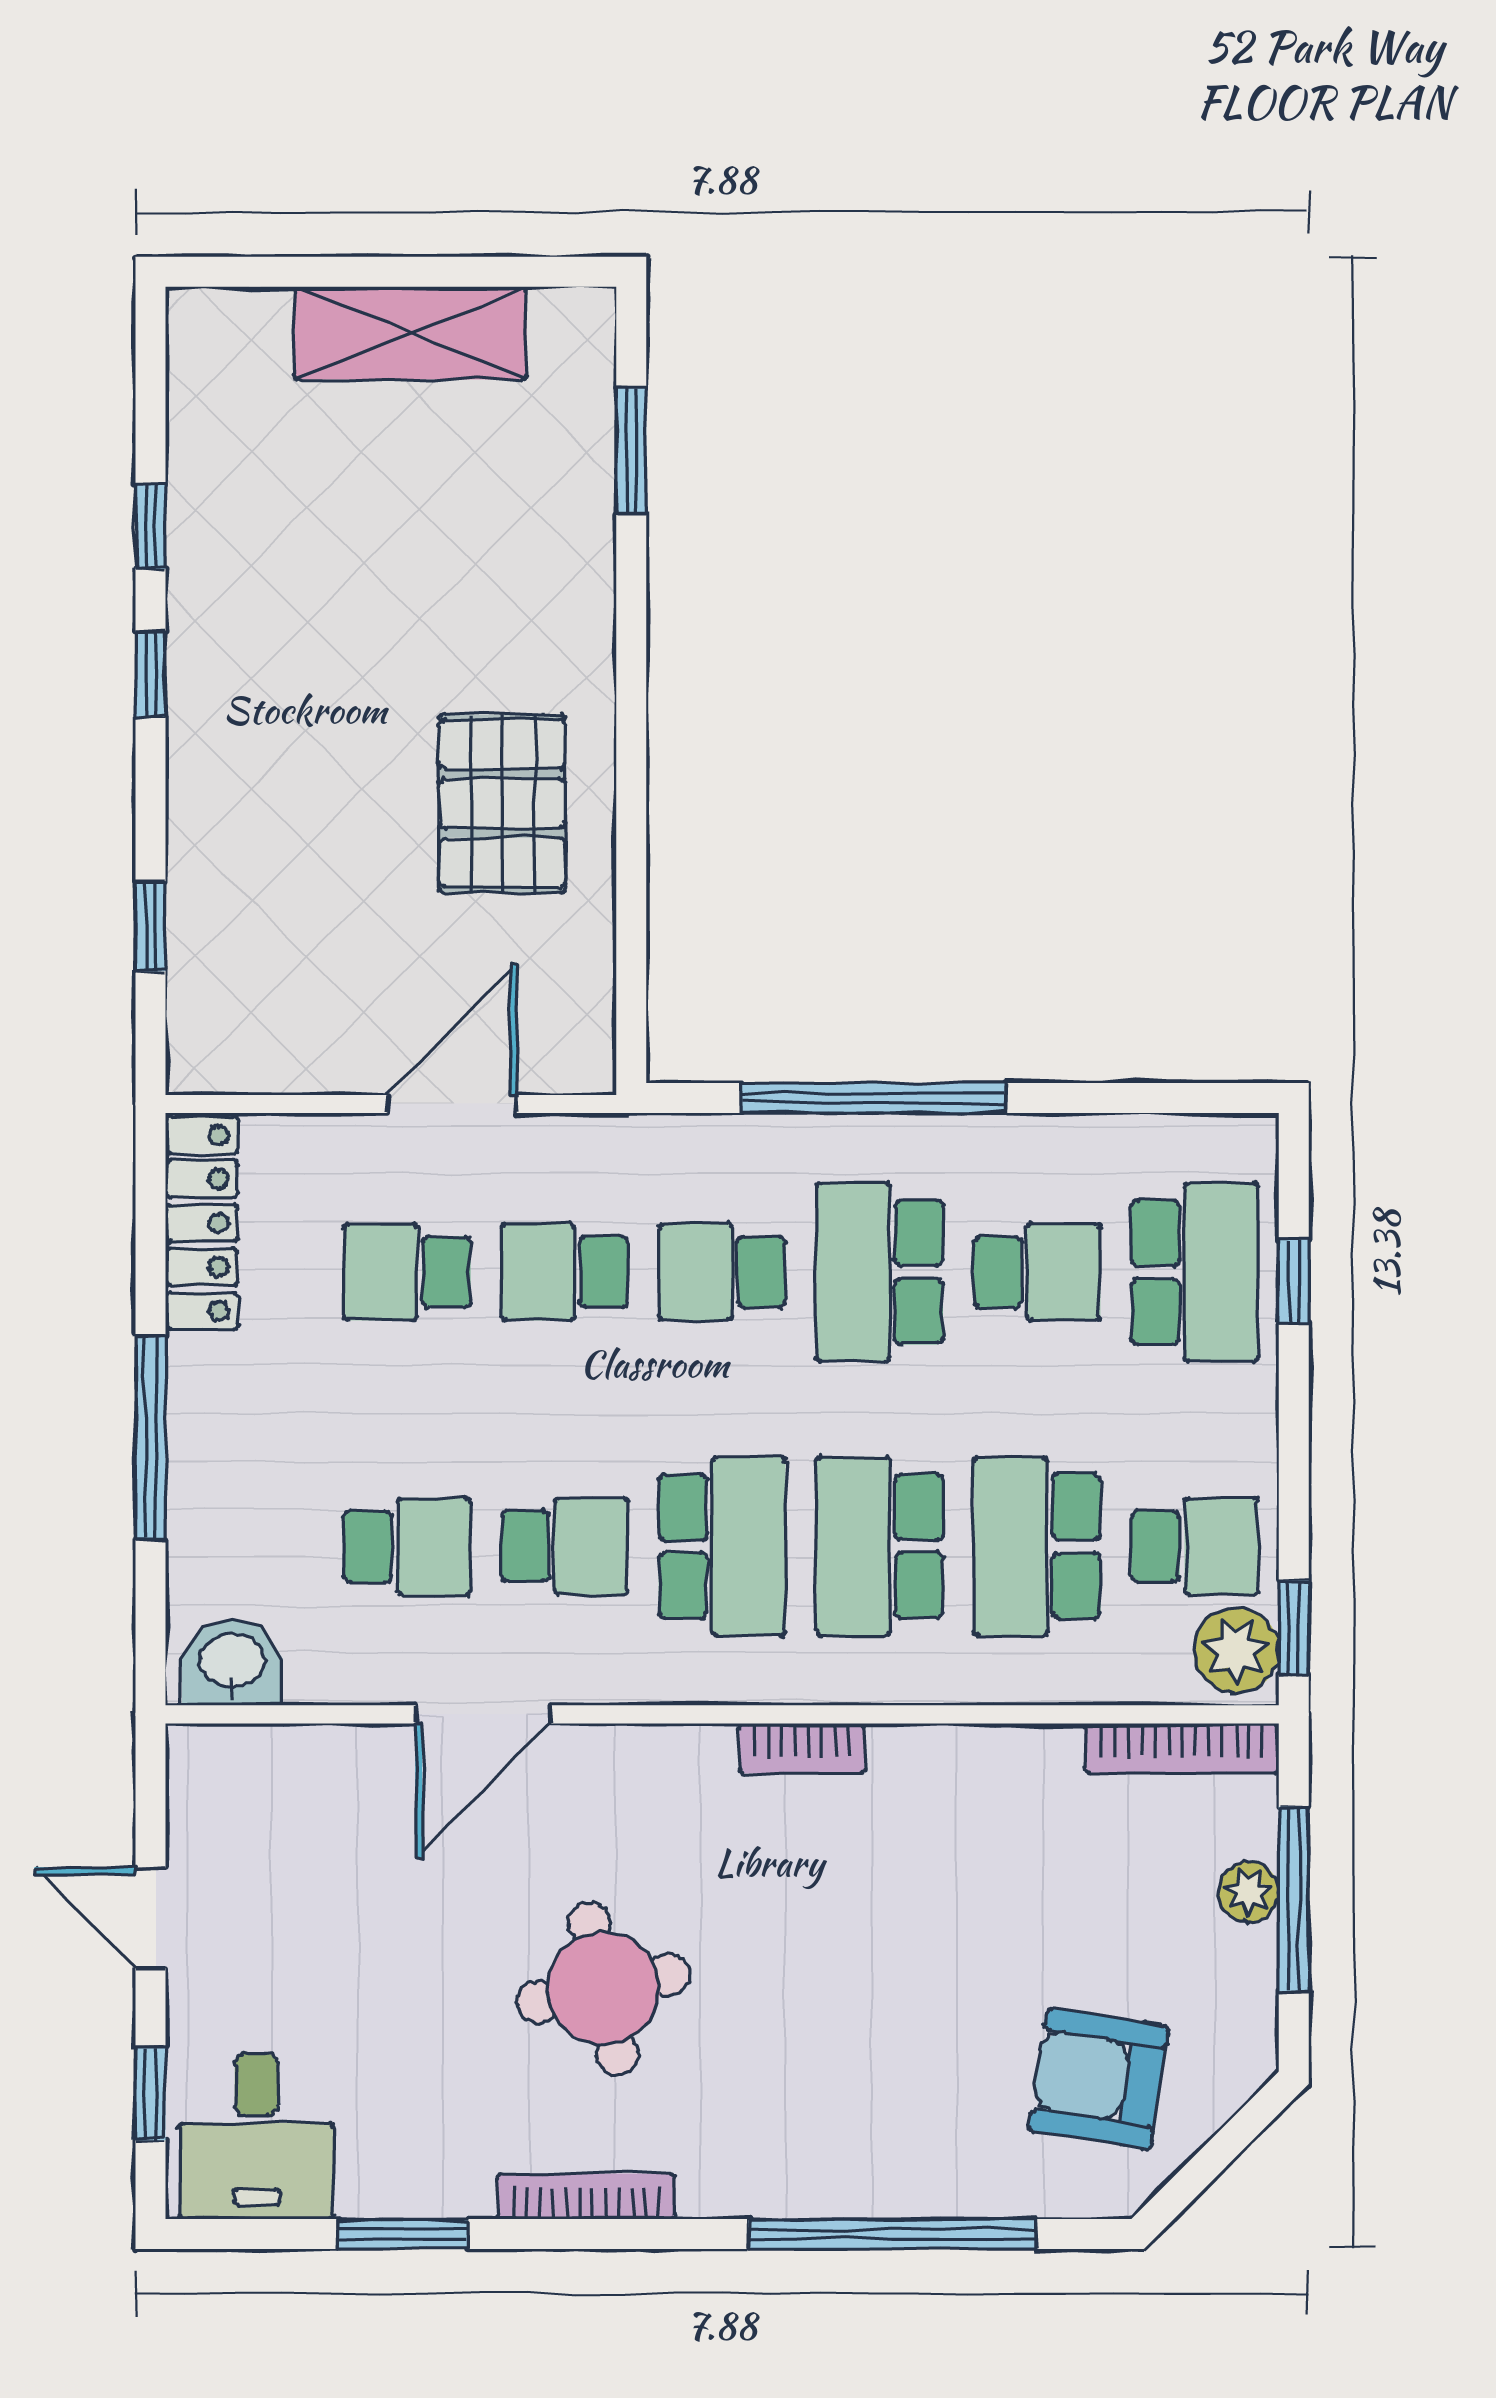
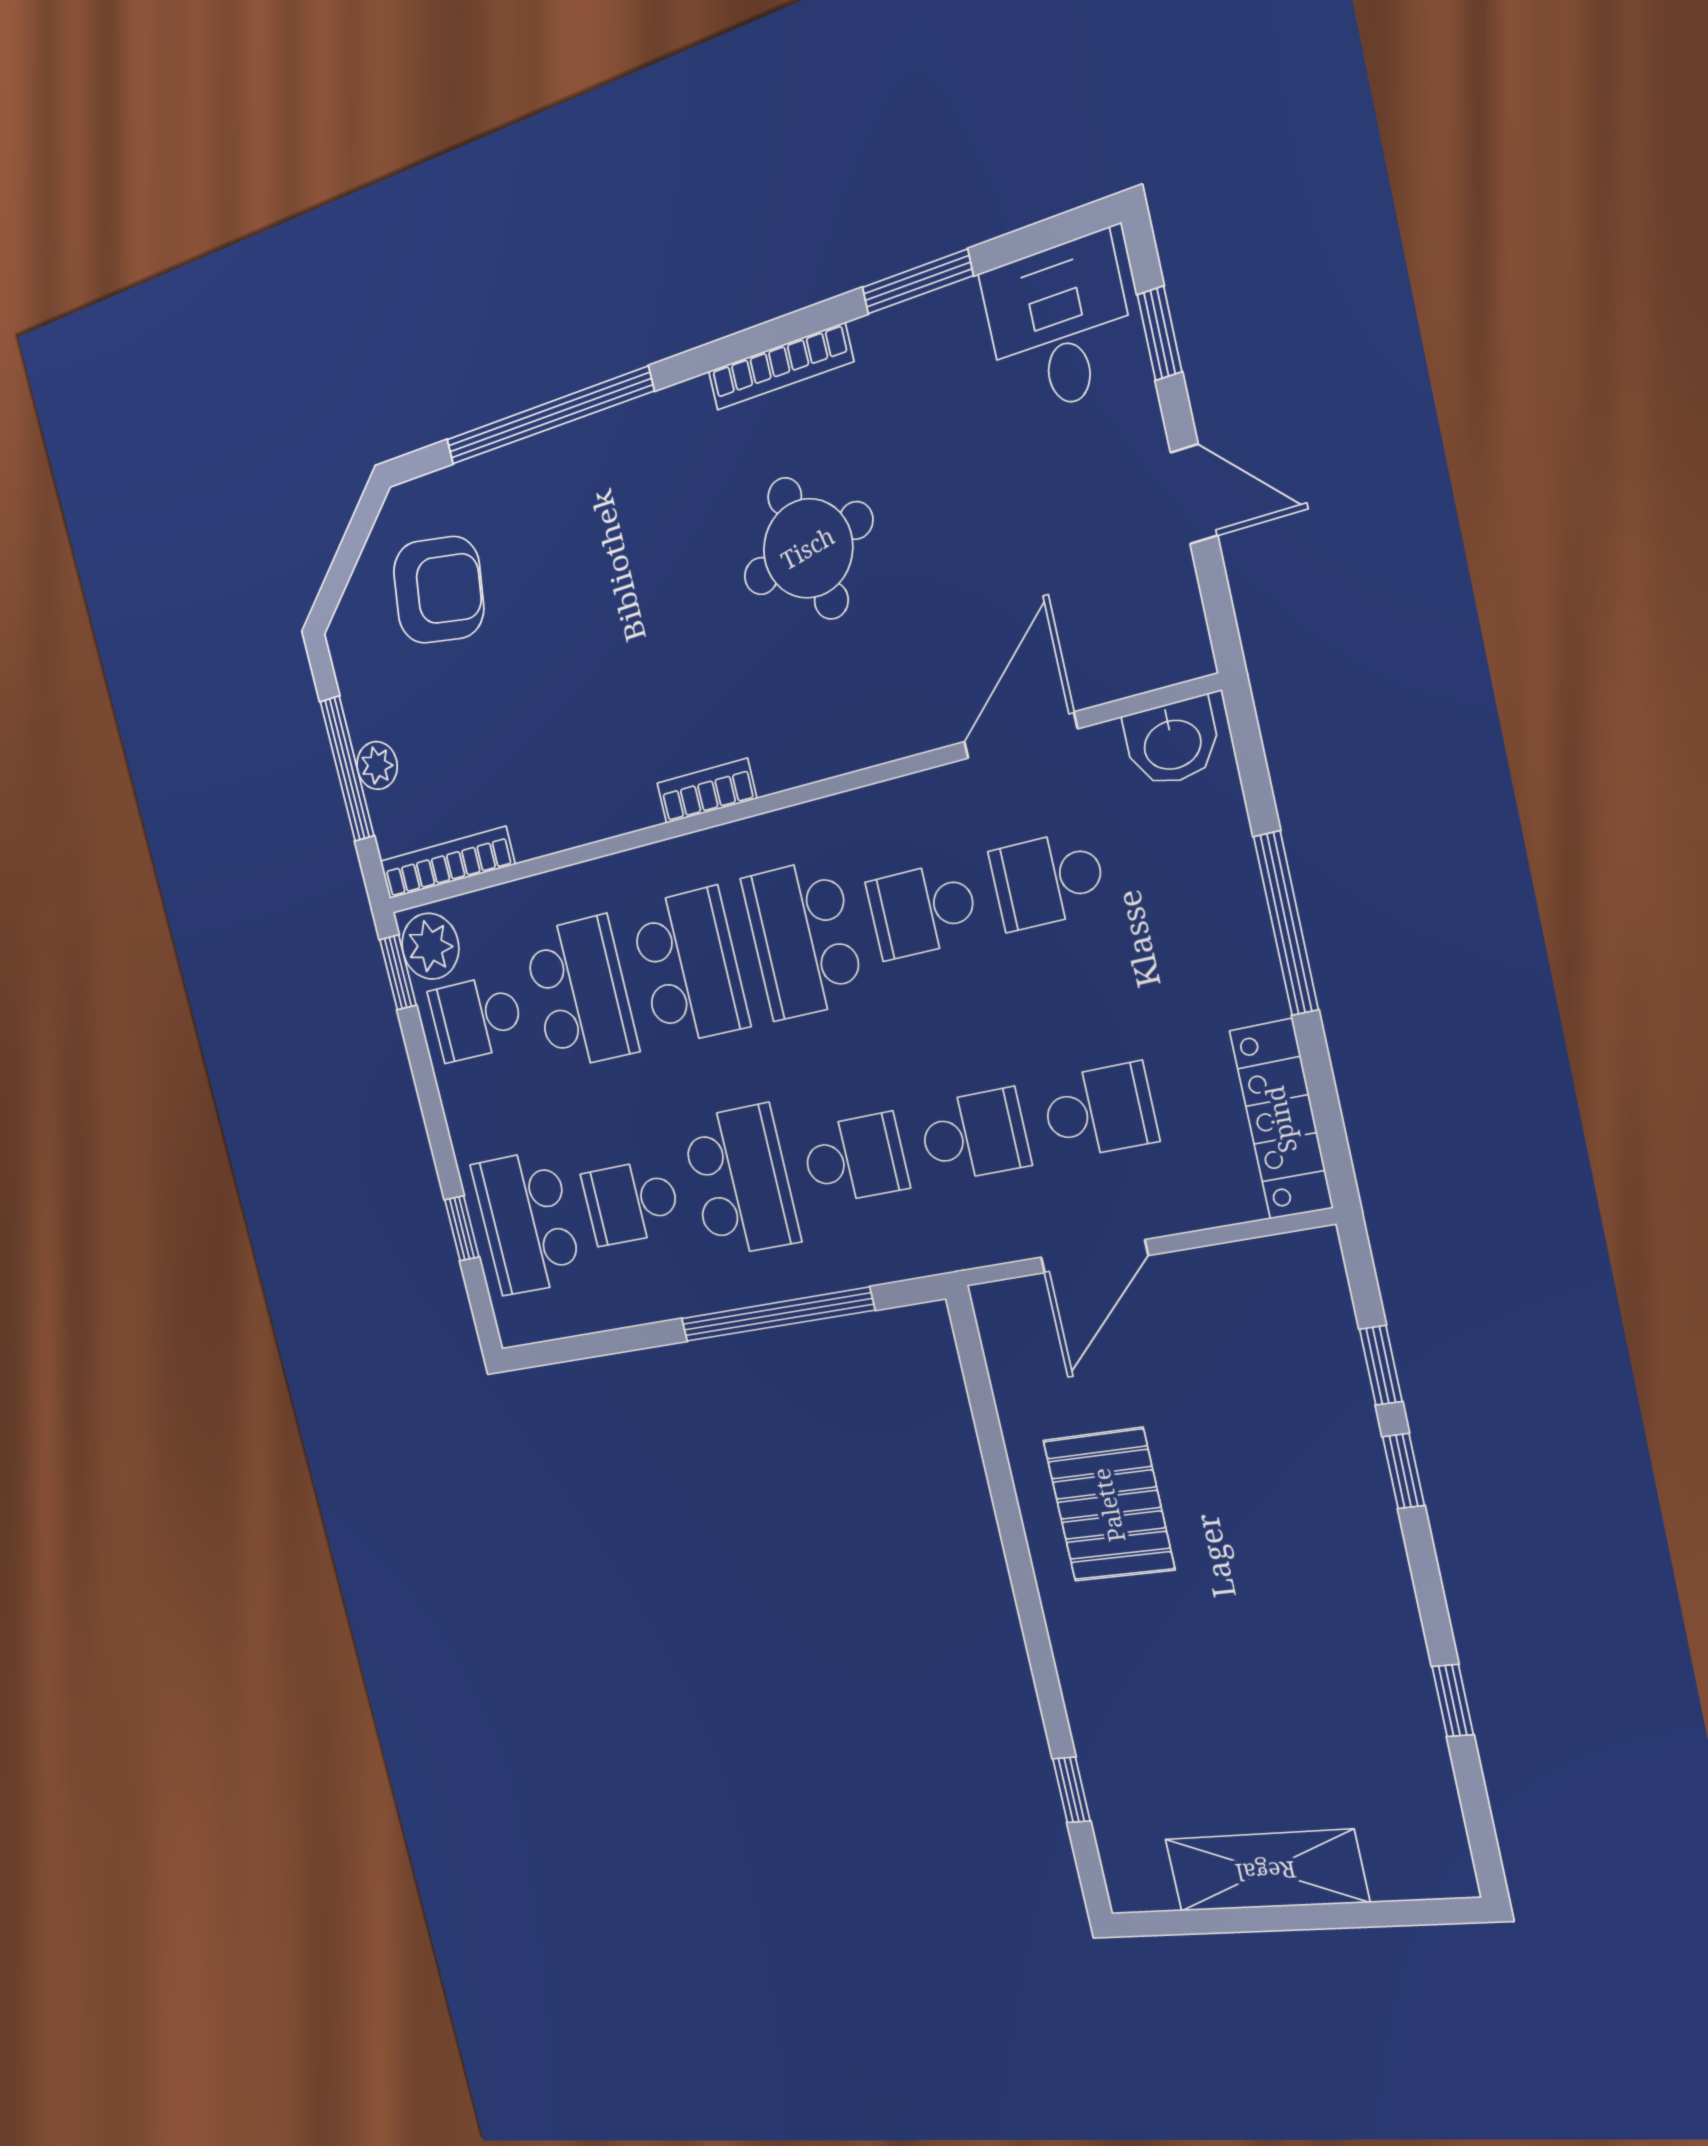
window: (631, 450) -> (1071, 1790), width x0.67
window: (150, 674) -> (1404, 1471), moved
door: (483, 1714) -> (1020, 735), moved

